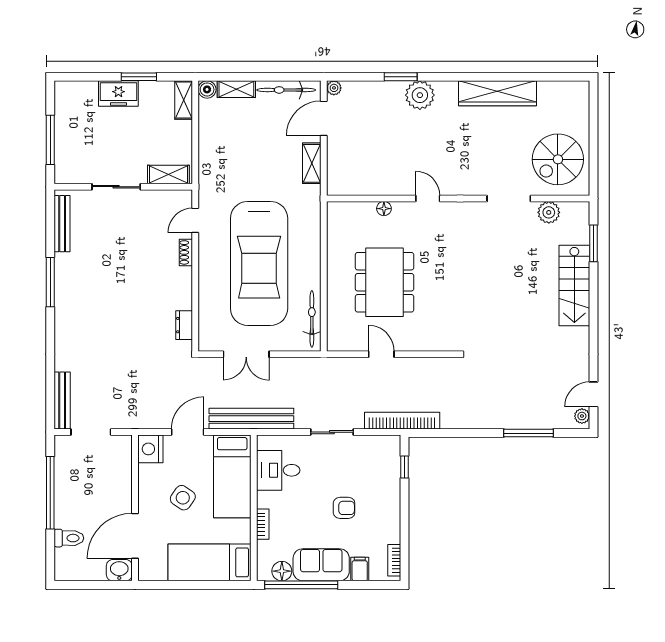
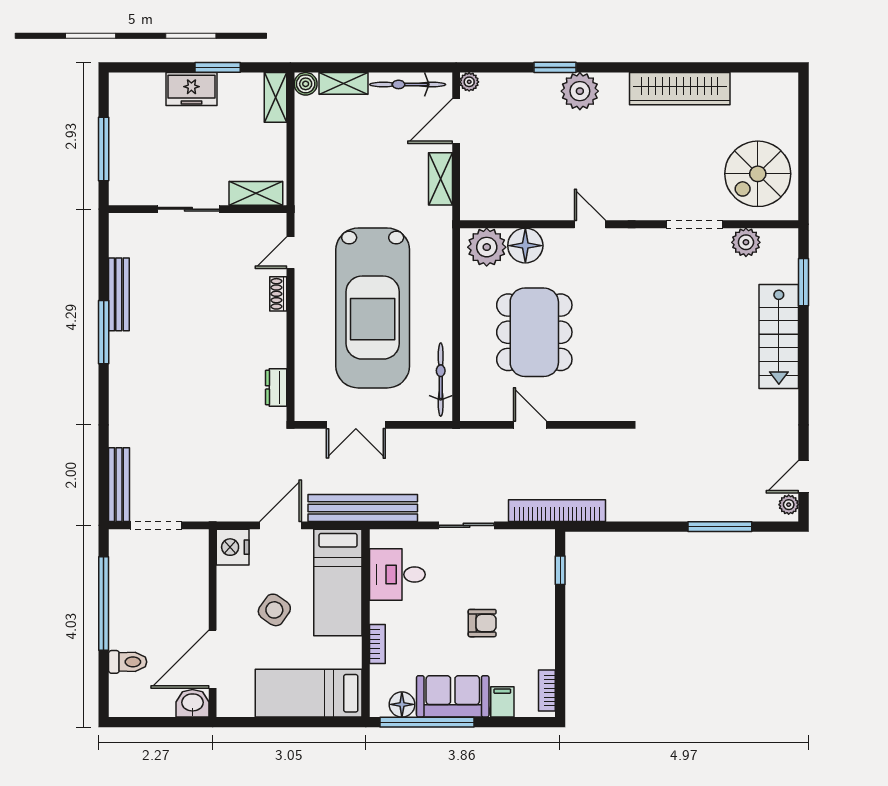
floor lamp: (384, 209) -> (525, 246), width x1.89, depth x1.89
plant: (348, 216) -> (487, 247), added
bench: (62, 224) -> (119, 294), moved

